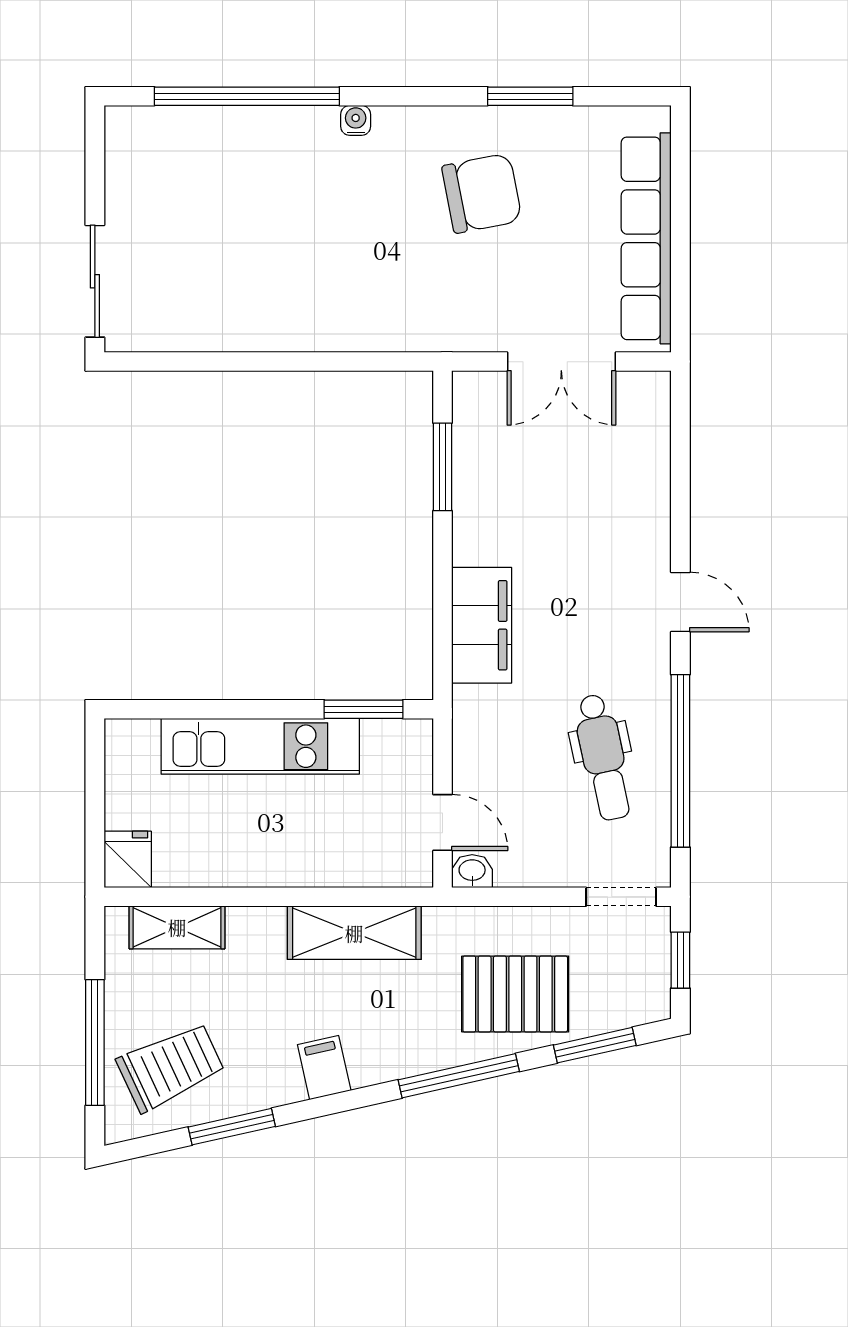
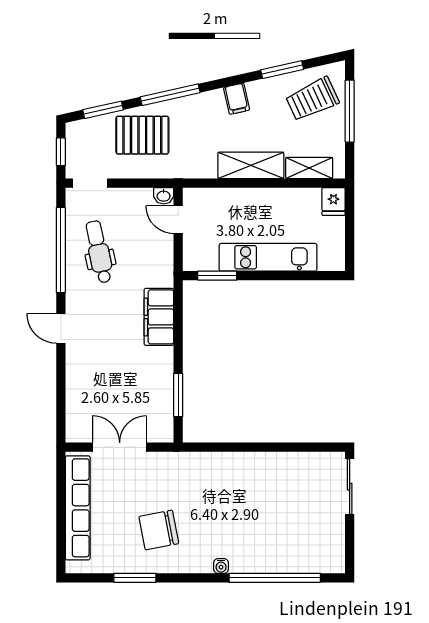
shelving: (354, 933) -> (251, 165), moved

